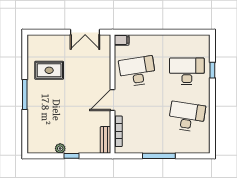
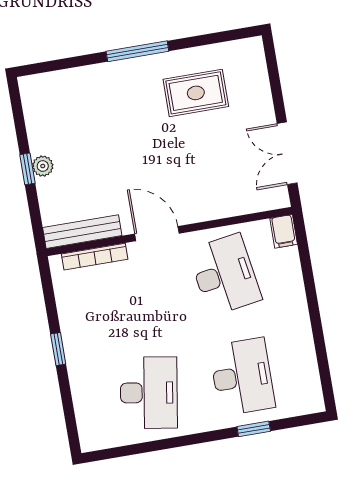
rug: (49, 70) -> (196, 93), turned 90
bench: (105, 140) -> (82, 232), width x1.36
plant: (60, 148) -> (43, 166), moved
window: (159, 156) -> (58, 349), width x0.46

